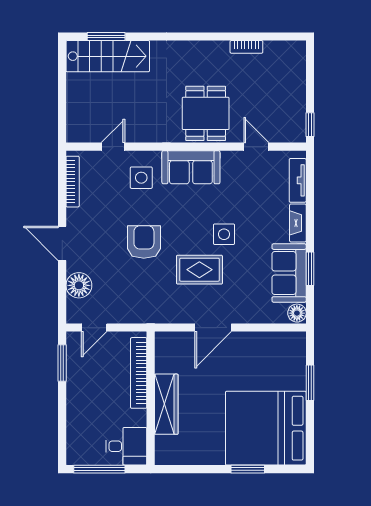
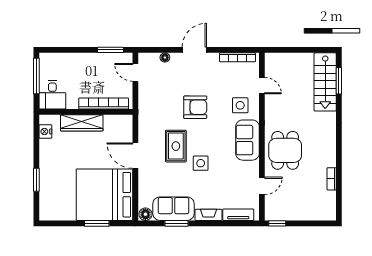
dining table: (206, 113) -> (285, 150), turned 90
floor lamp: (79, 285) -> (165, 57), width x0.53, depth x0.53
bed: (266, 428) -> (104, 195), moved, turned -90
nightstand: (179, 456) -> (45, 132), added

